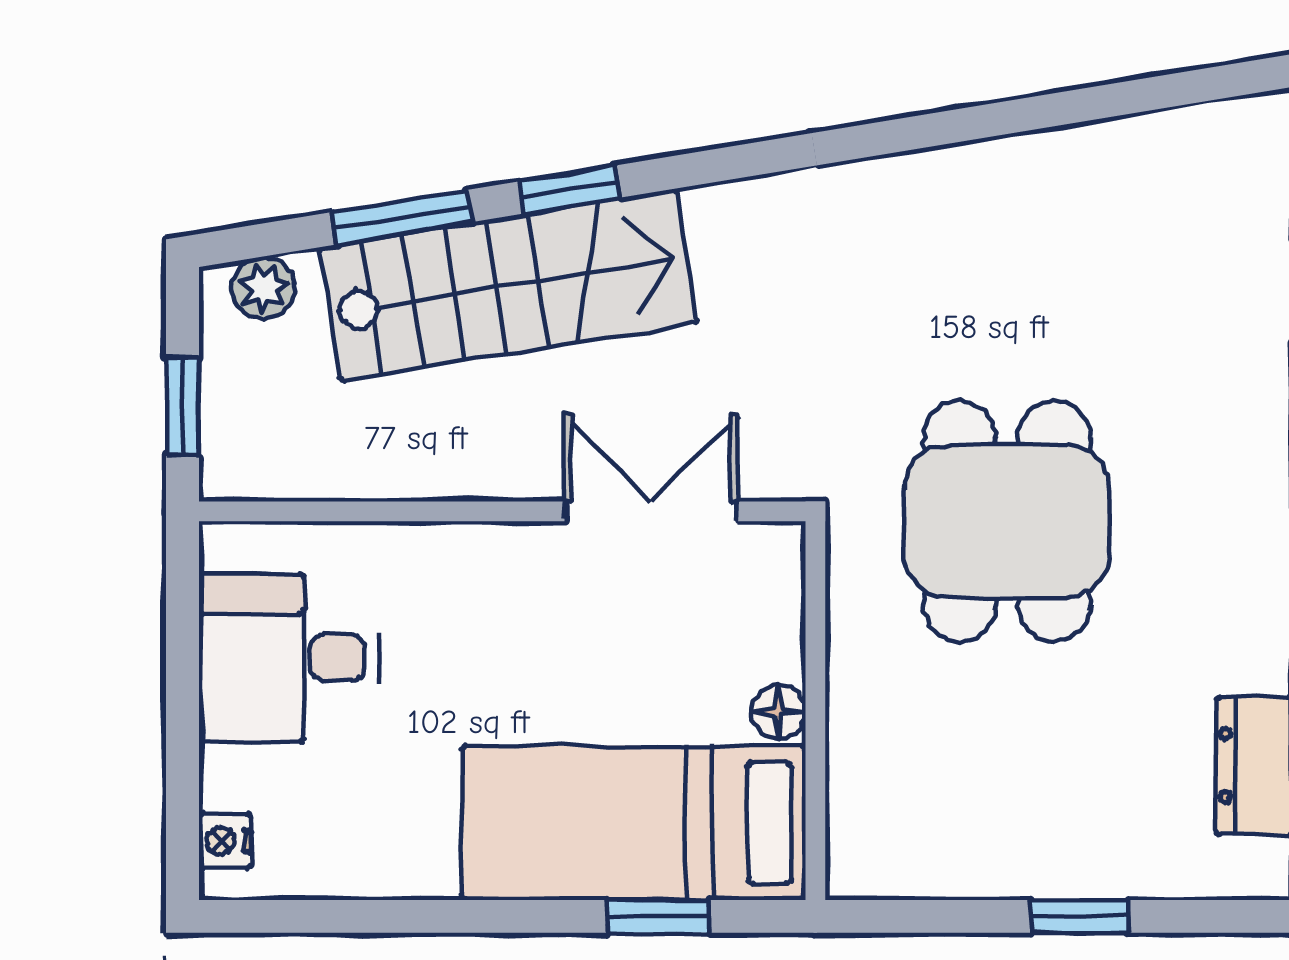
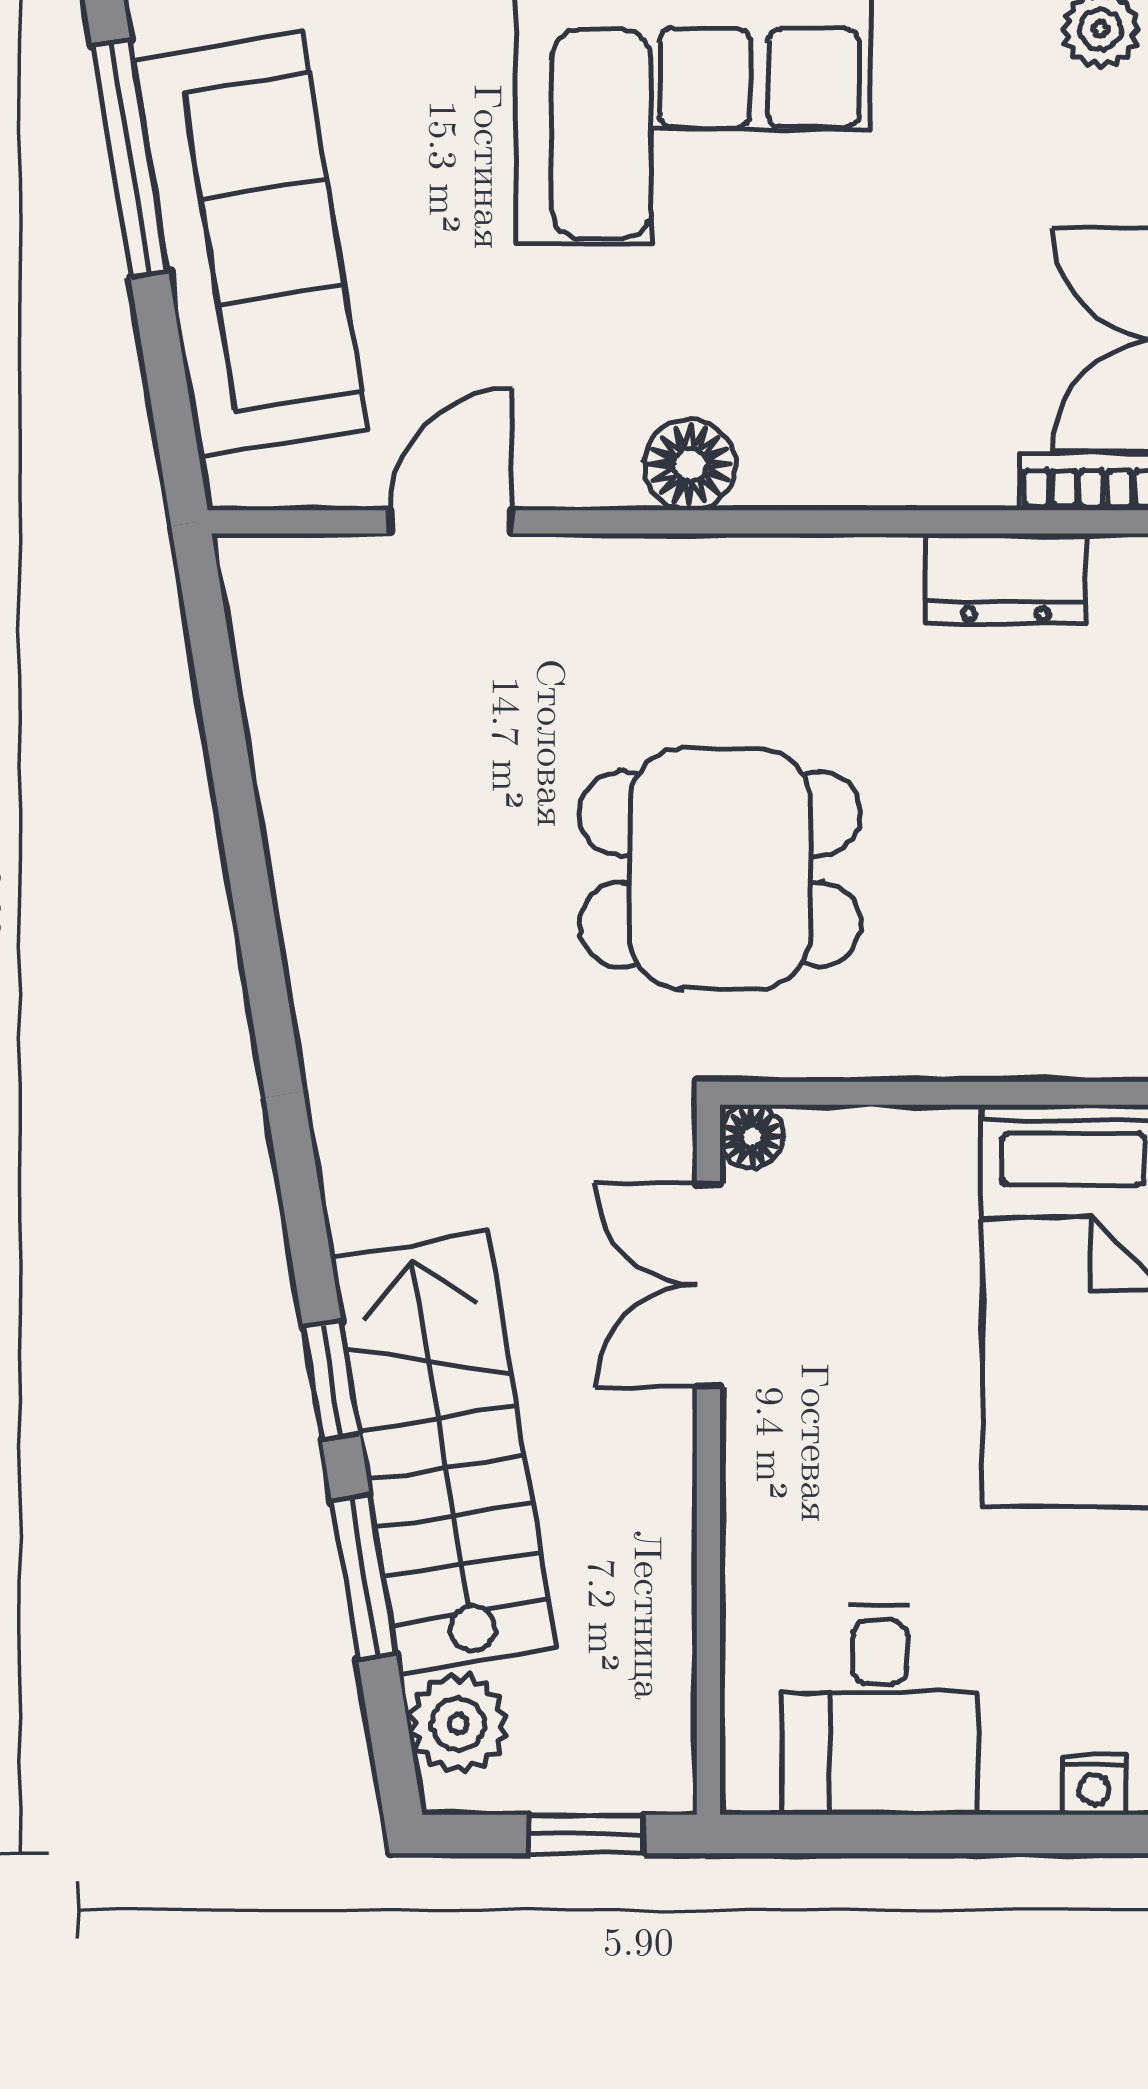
plant: (263, 288) -> (458, 1724), width x1.38, depth x1.38
floor lamp: (778, 712) -> (751, 1136), moved

